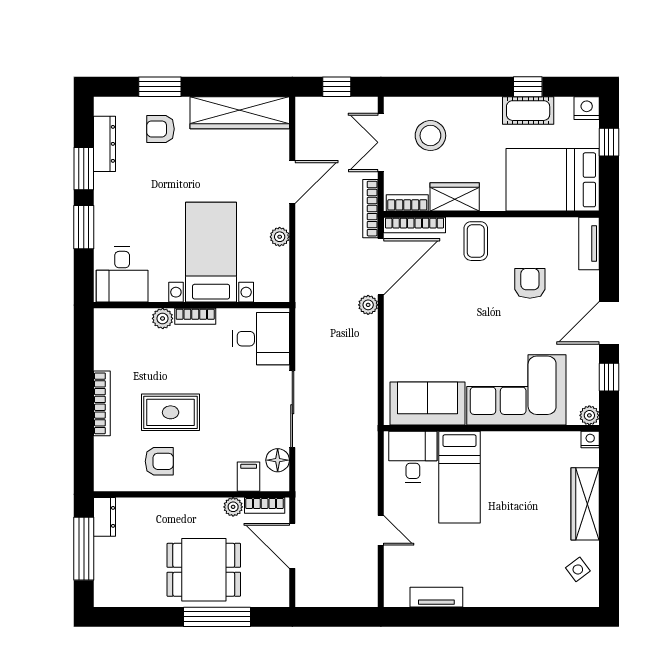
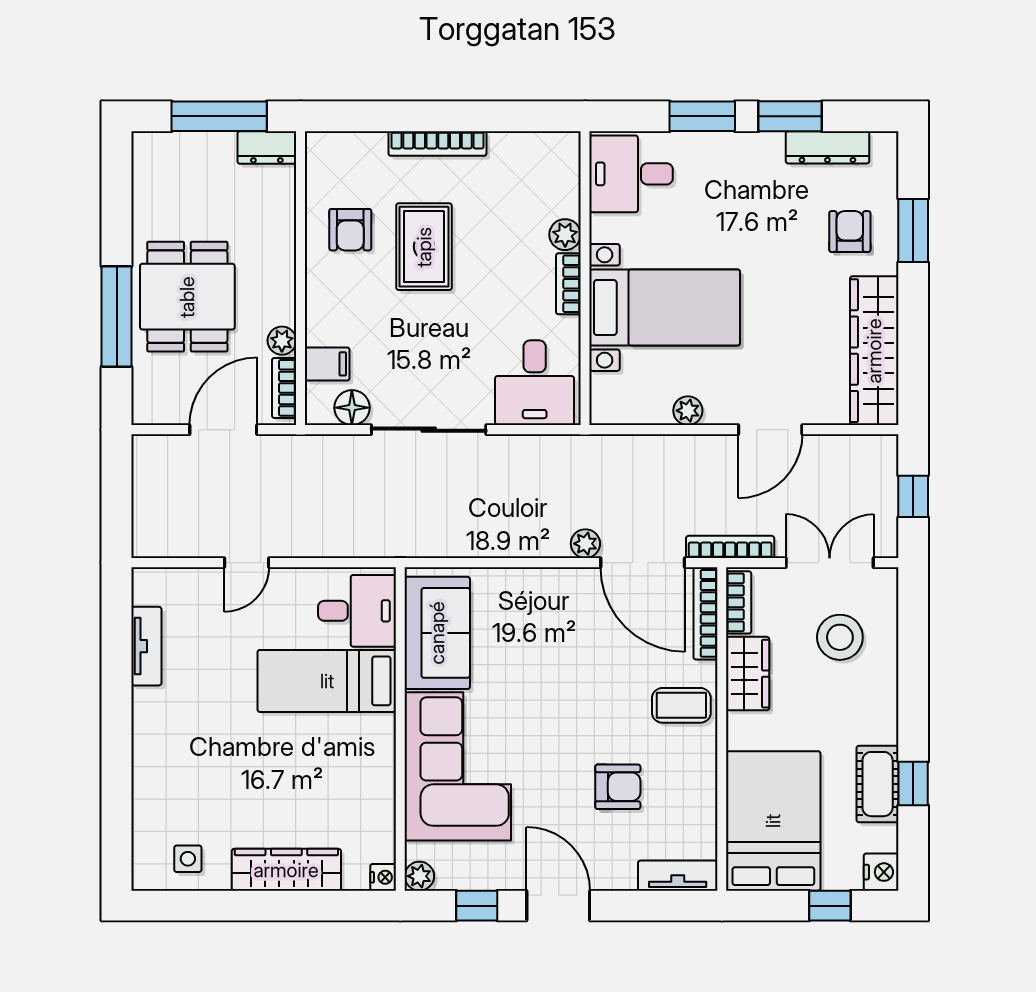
door: (292, 182) -> (770, 430), hinge flipped
side table: (578, 569) -> (188, 859), turned 37

